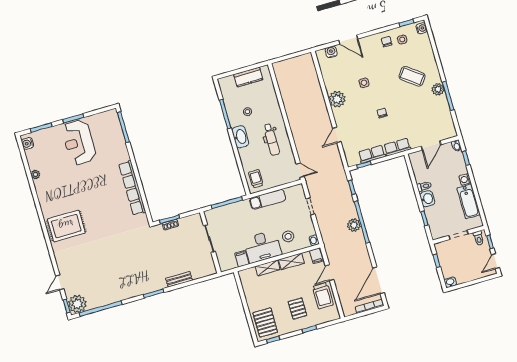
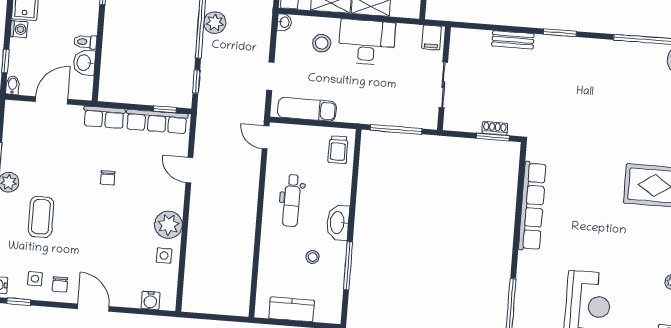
door: (348, 40) -> (93, 308), moved
coffee table: (412, 76) -> (41, 217), turned 53
side table: (364, 83) -> (164, 256), moved
door: (337, 135) -> (189, 170), swing flipped
dental chair: (271, 140) -> (292, 201), turned 180
row of seats: (372, 154) -> (157, 121), width x1.48
exam couch: (268, 199) -> (307, 109), moved
washbasin: (427, 199) -> (84, 63), moved
filing cabinet: (242, 259) -> (432, 38), moved

